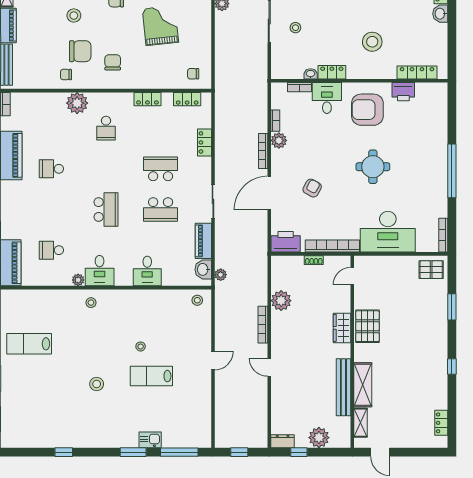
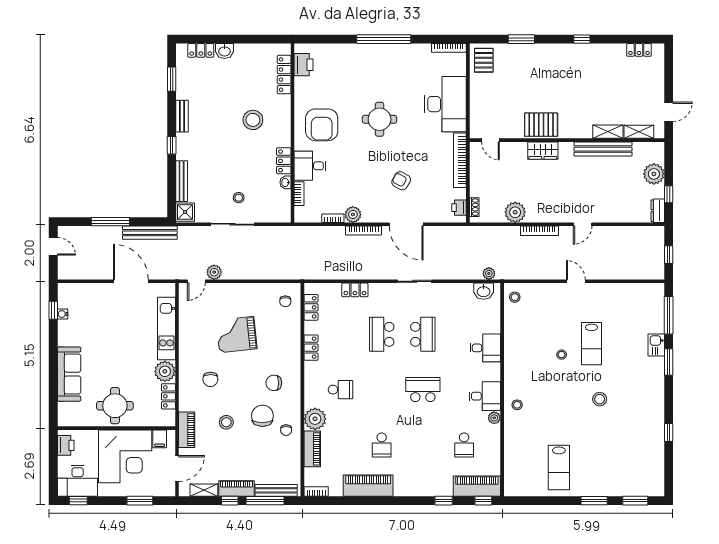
printer: (403, 92) -> (303, 65), moved
piano: (203, 241) -> (312, 449), moved, turned -90
printer: (286, 242) -> (459, 208), width x0.53, depth x0.68
shoe rack: (314, 260) -> (474, 207), moved
shelving: (363, 385) -> (608, 132), width x0.67, depth x0.75

